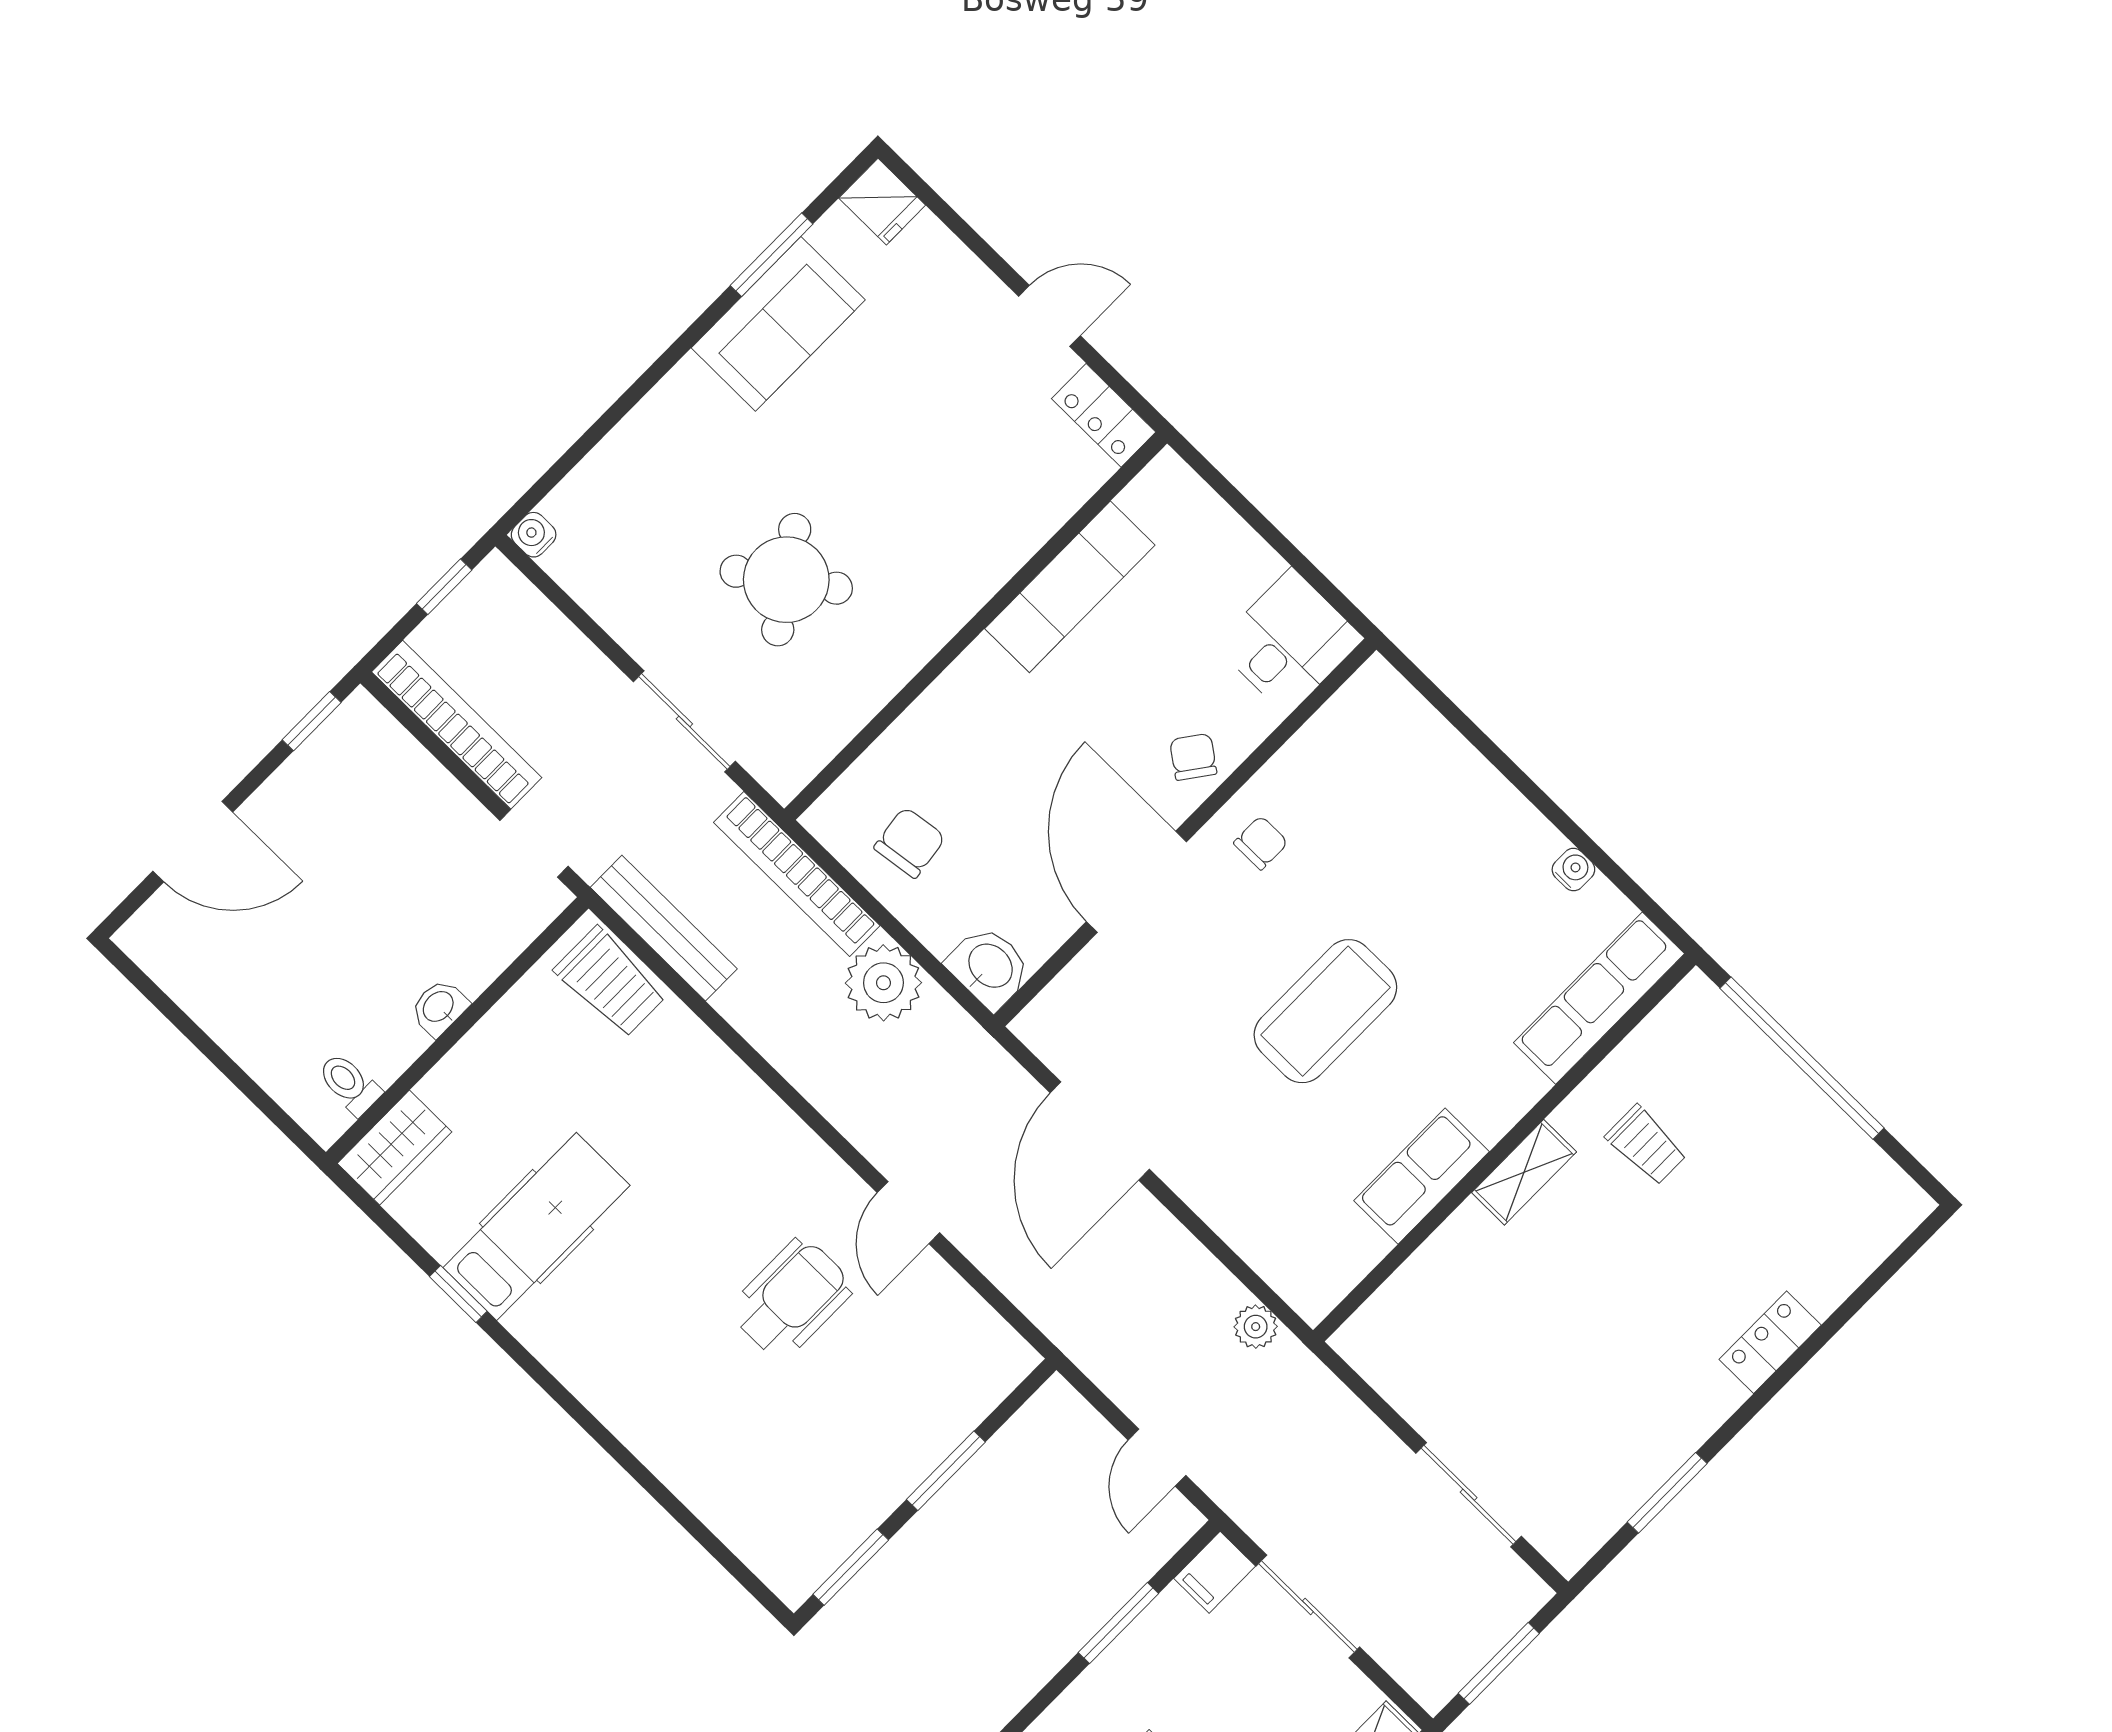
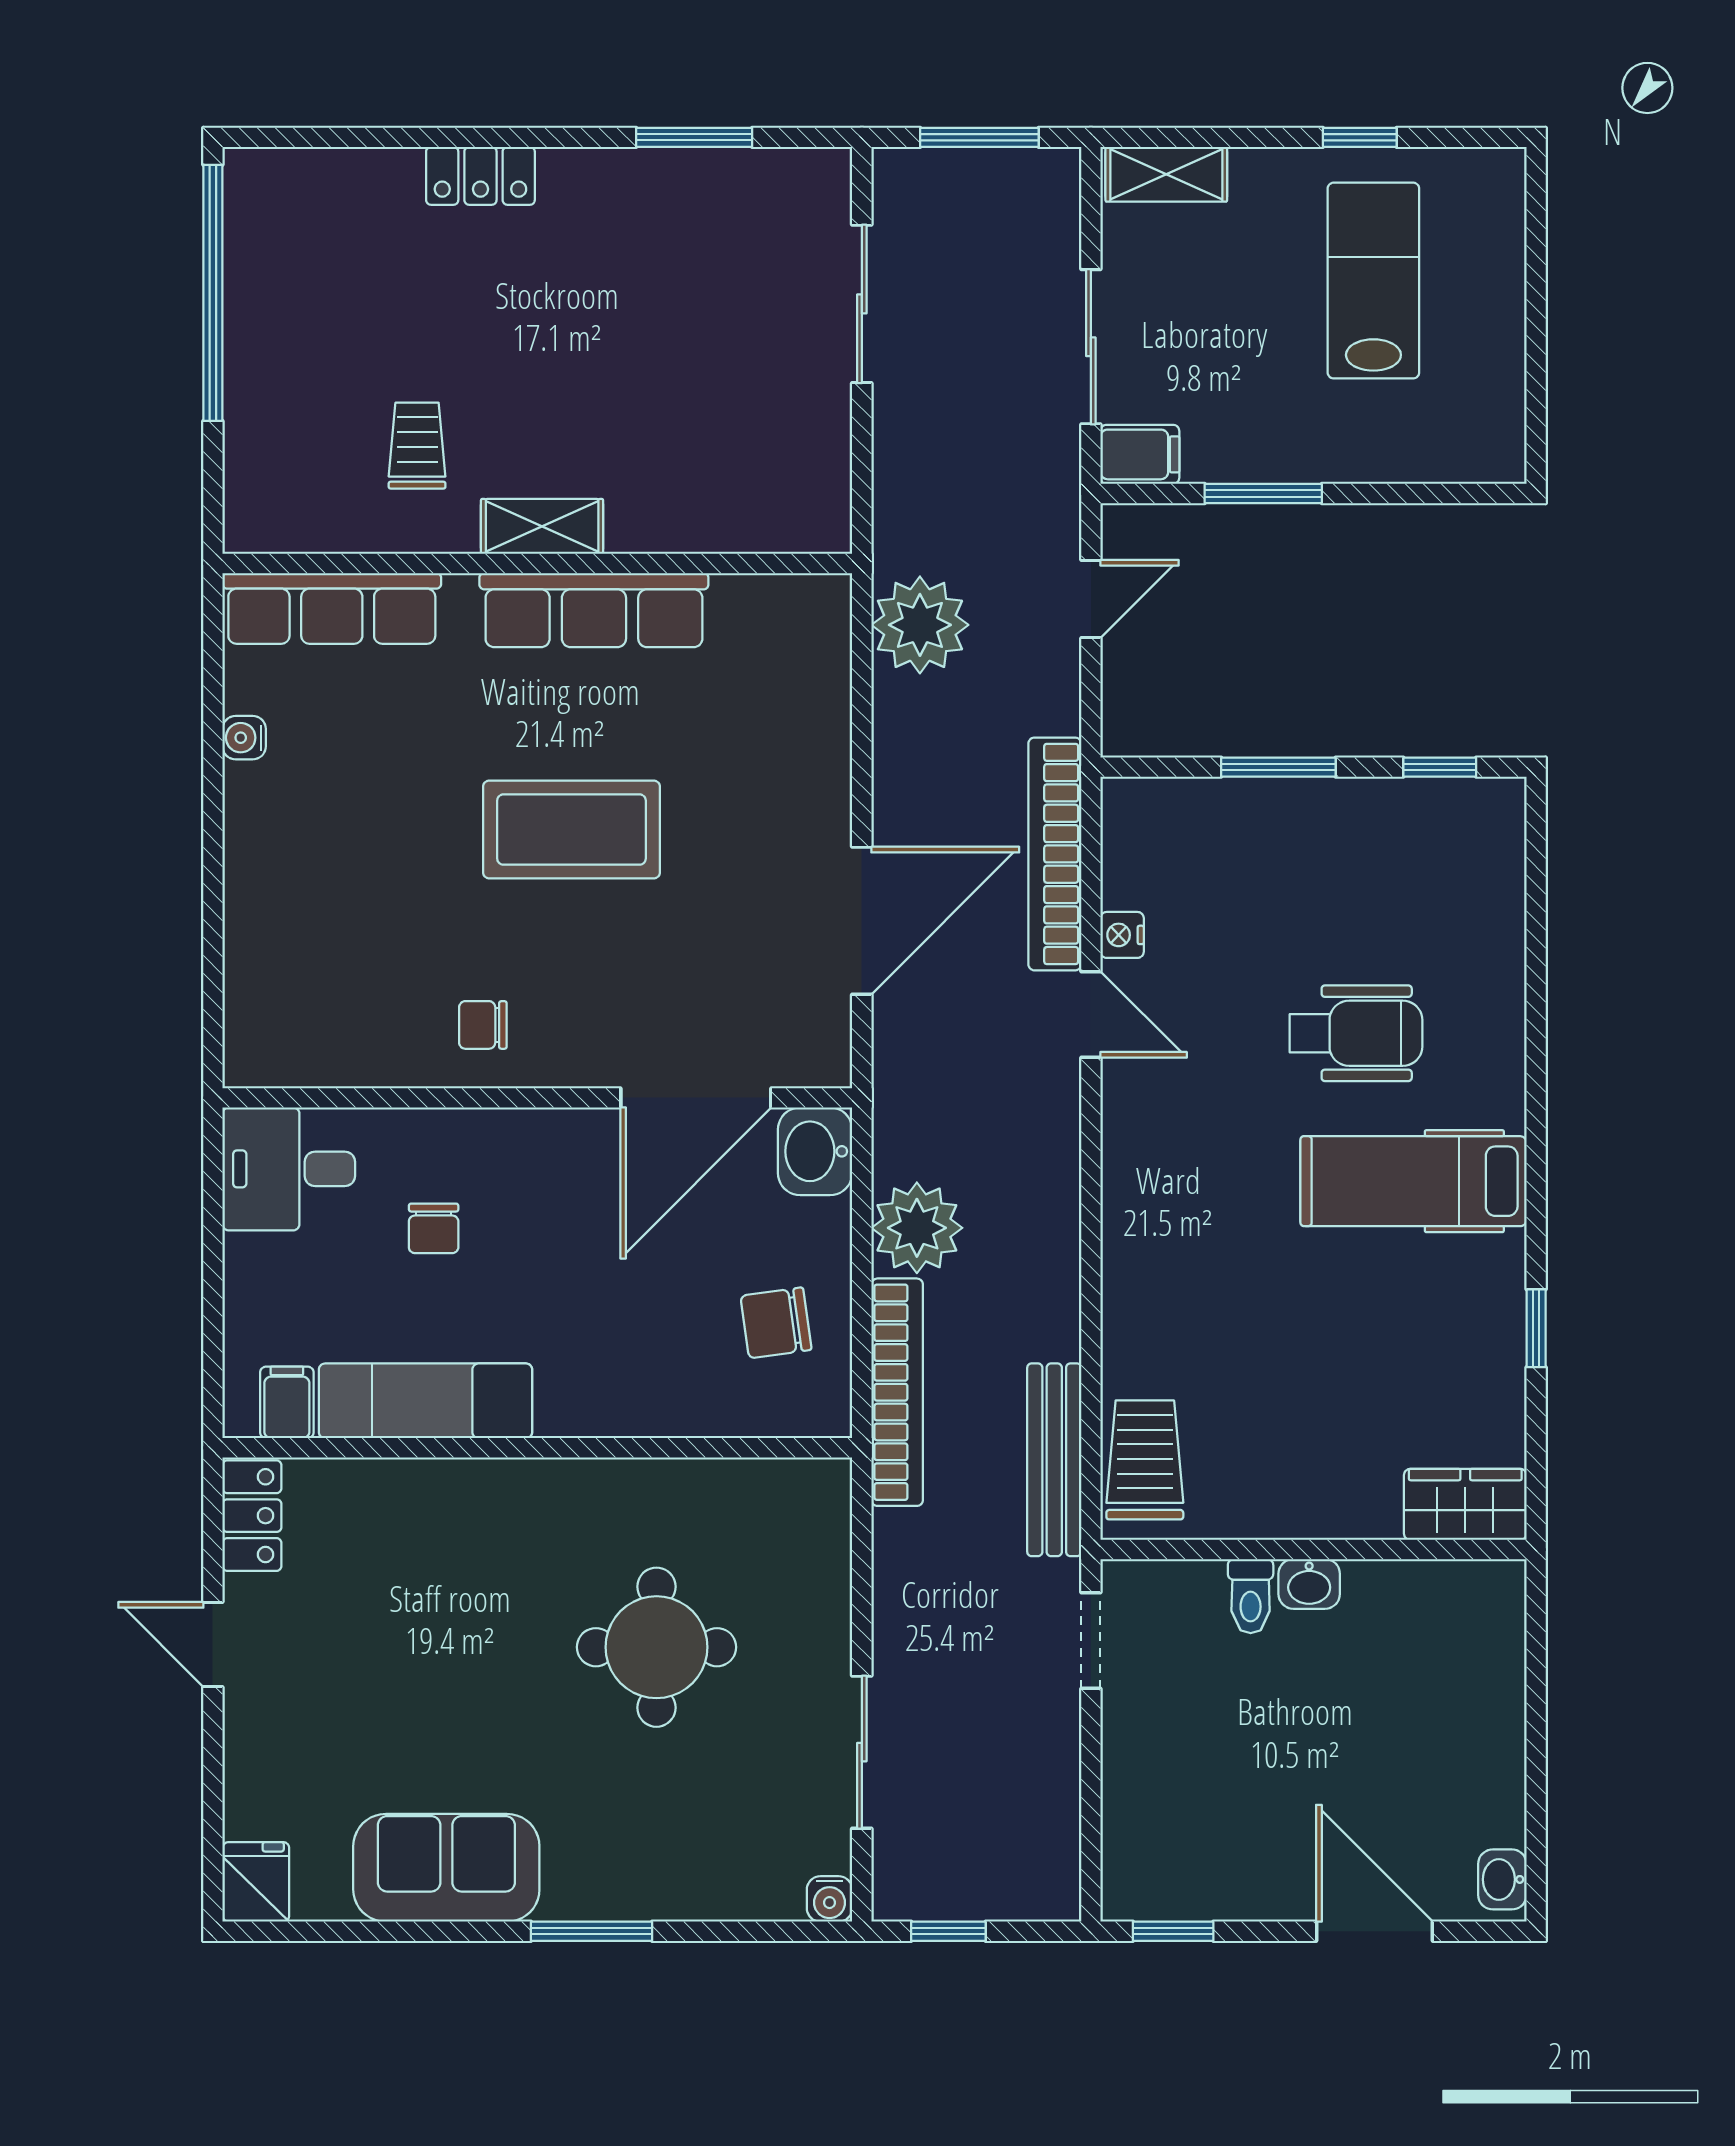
window: (772, 255) -> (591, 1931), moved
filing cabinet: (1151, 503) -> (287, 1402), added
round table: (786, 580) -> (656, 1647), turned 35
sliding door: (684, 721) -> (862, 1752), moved
bookcase: (457, 725) -> (1055, 854), moved
chair: (1193, 757) -> (434, 1228), moved, turned -36
door: (1136, 882) -> (696, 1098), moved
washbasin: (148, 949) -> (1502, 1879), added
window: (1802, 1058) -> (213, 293), moved
toilet: (349, 1084) -> (1251, 1596), moved
row of seats: (1422, 1176) -> (594, 610), width x1.48
door: (908, 1213) -> (1091, 1015), hinge flipped
hospital bed: (537, 1226) -> (1413, 1181), moved
nightstand: (938, 1278) -> (1122, 935), added
wheelchair: (791, 1299) -> (1356, 1033), moved, turned 180
plant: (1256, 1327) -> (920, 625), width x1.87, depth x1.87
window: (851, 1567) -> (1440, 767), width x0.67

